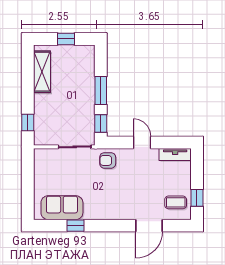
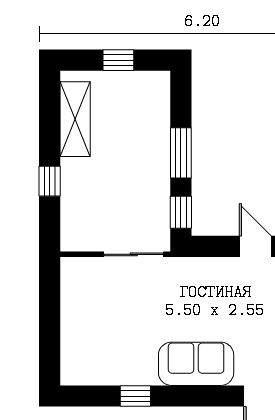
window: (28, 123) -> (50, 181), moved
armchair: (108, 160) -> (193, 279), removed
sofa: (62, 208) -> (196, 364), moved

